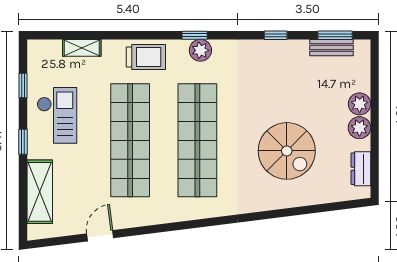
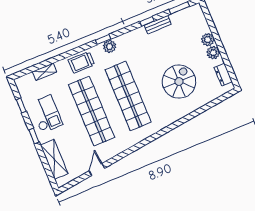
bench: (331, 48) -> (158, 25), moved
trolley: (146, 57) -> (81, 62), turned 180
spiral stairs: (287, 151) -> (179, 82), turned -90

